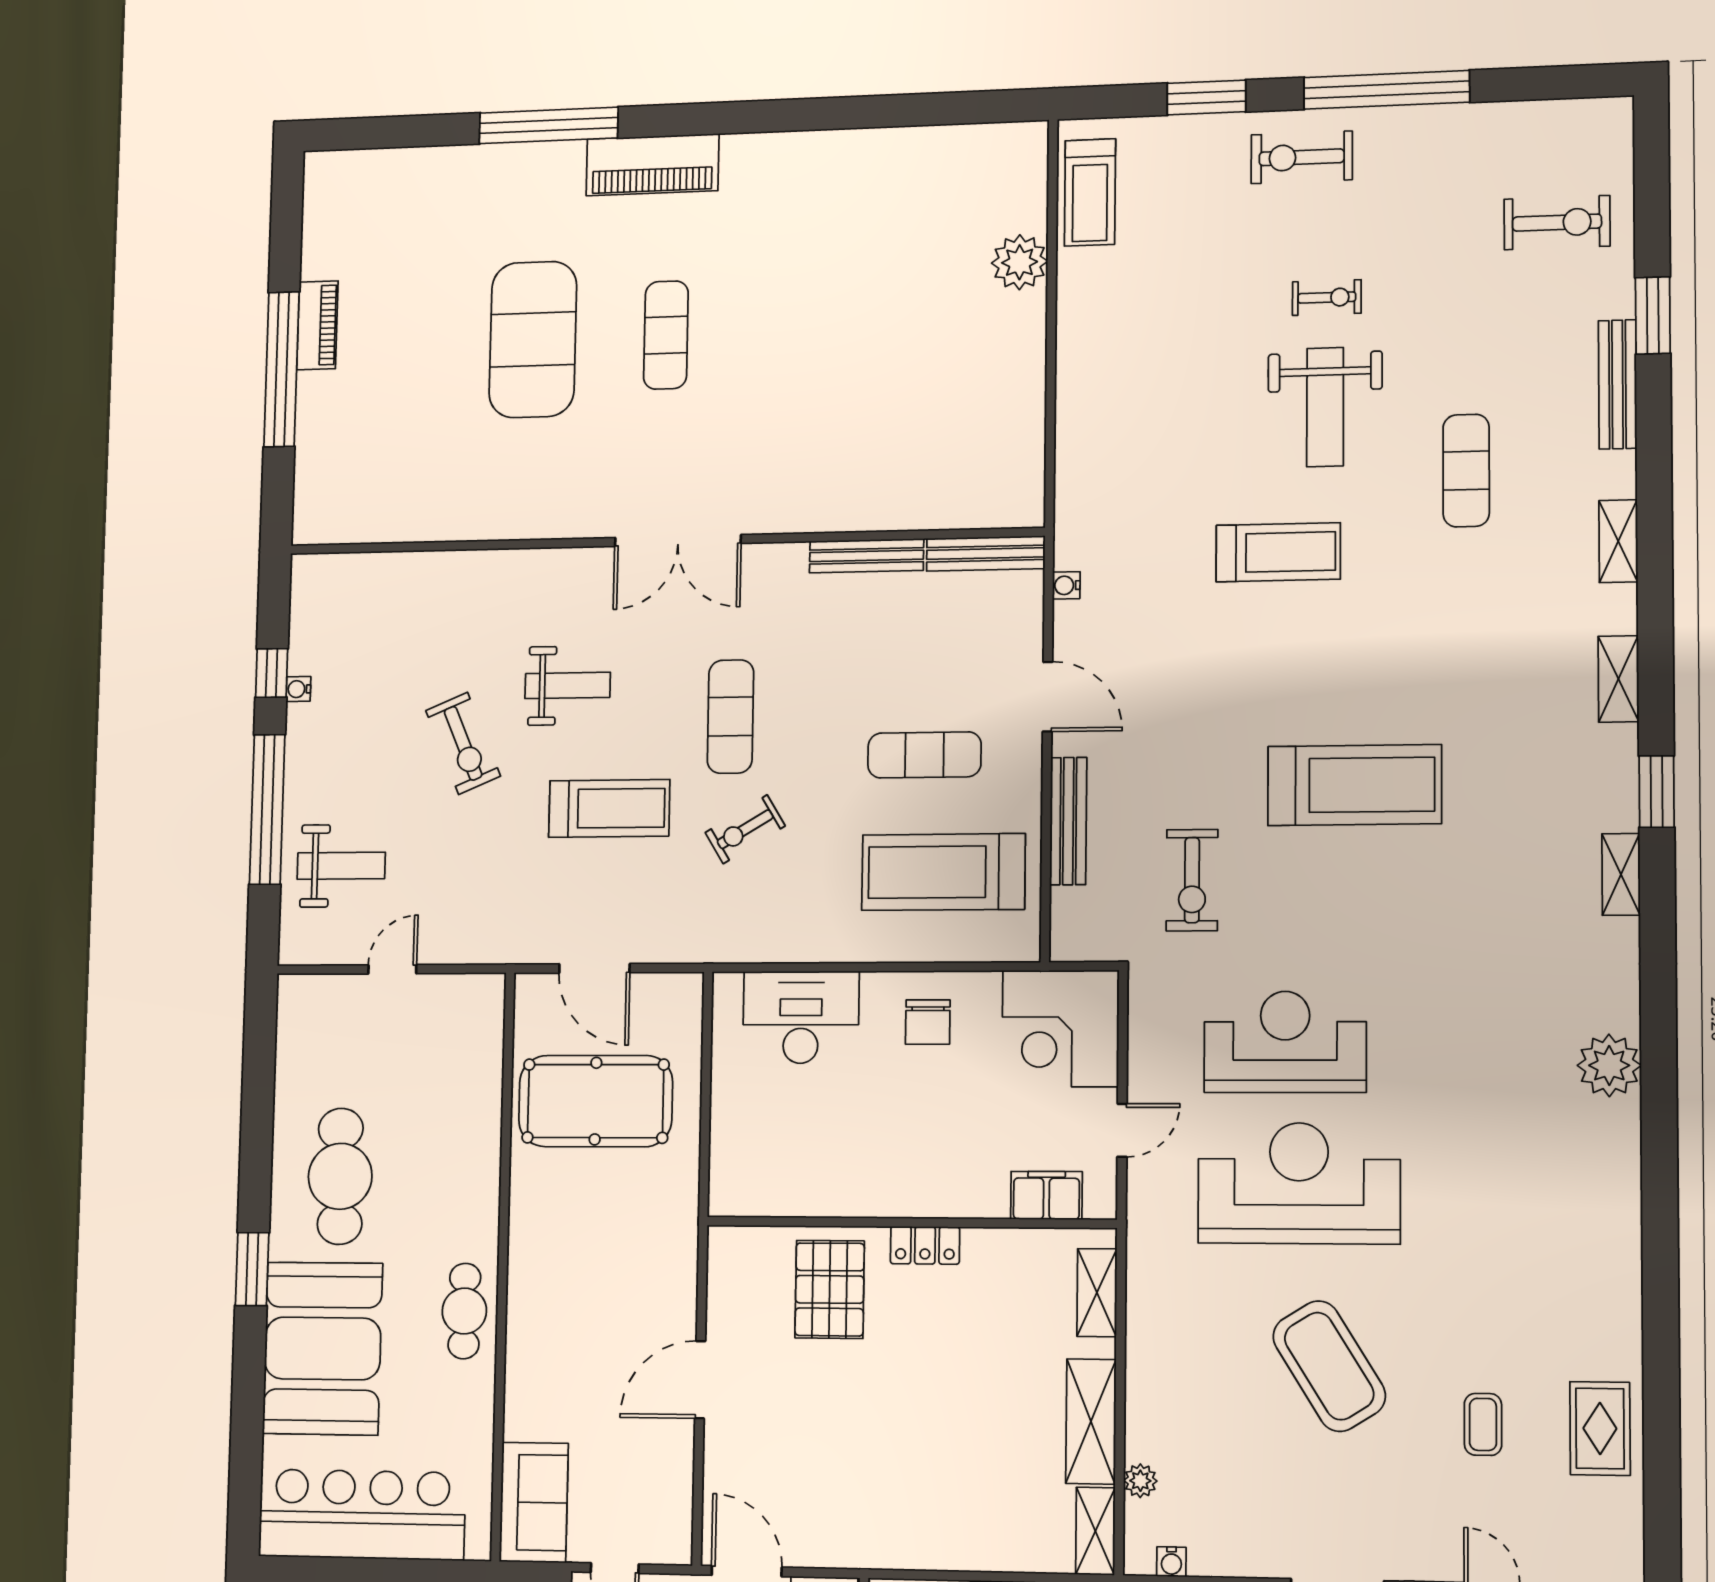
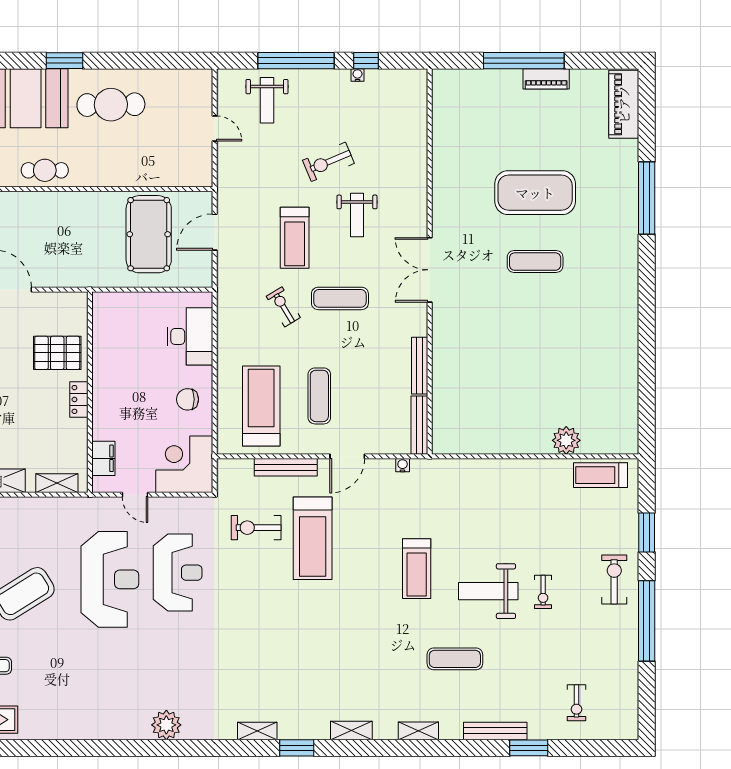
piano: (652, 165) -> (624, 104), moved
exercise bike: (1557, 223) -> (576, 703), width x0.73, depth x0.72
treadmill: (1354, 785) -> (313, 538), moved

